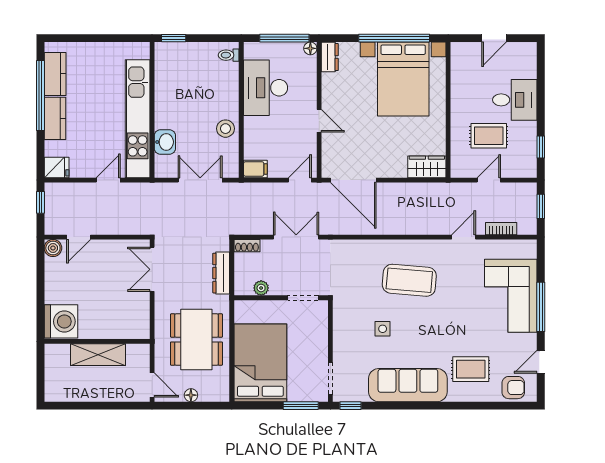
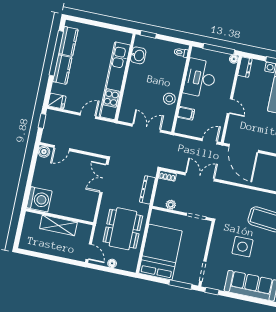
washbasin: (165, 142) -> (138, 55), moved
filing cabinet: (255, 169) -> (186, 113), moved
side table: (383, 329) -> (242, 247), width x1.87, depth x1.87

